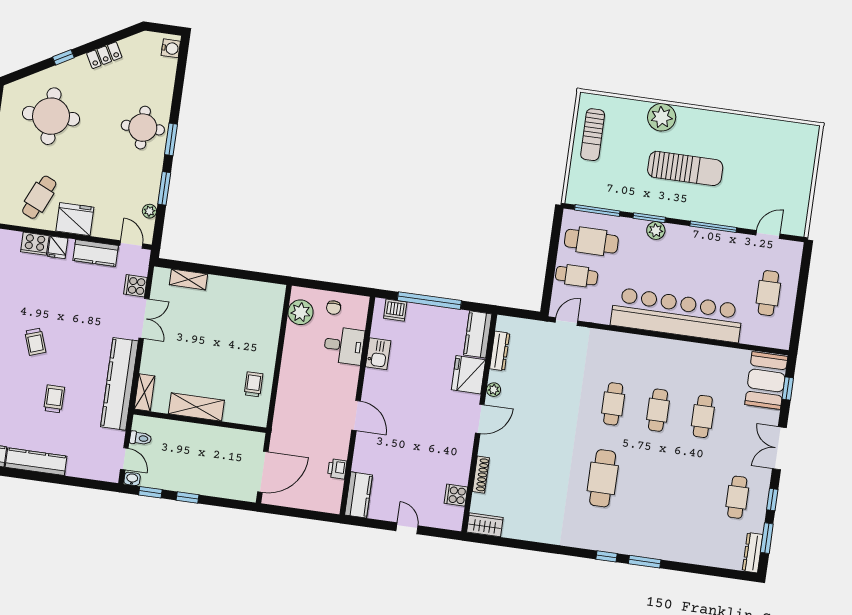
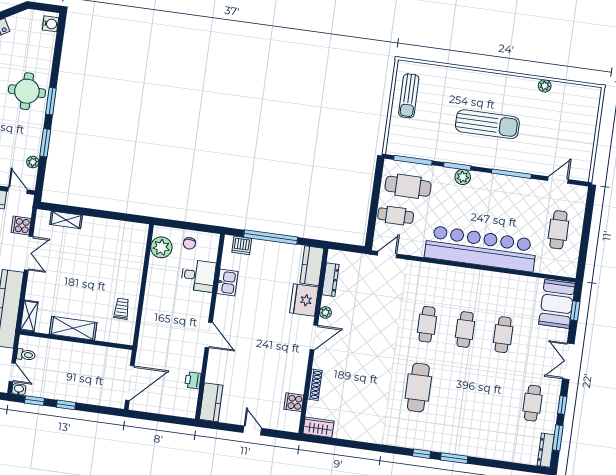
plant: (662, 117) -> (545, 86), moved, width x0.53, depth x0.53

